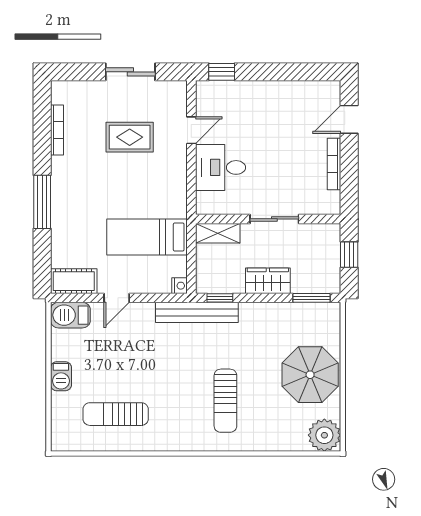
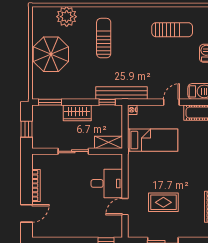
plant: (324, 435) -> (67, 17), moved

